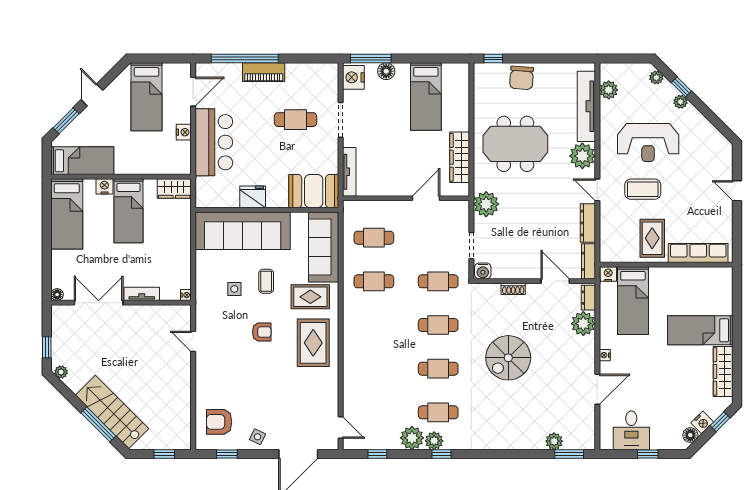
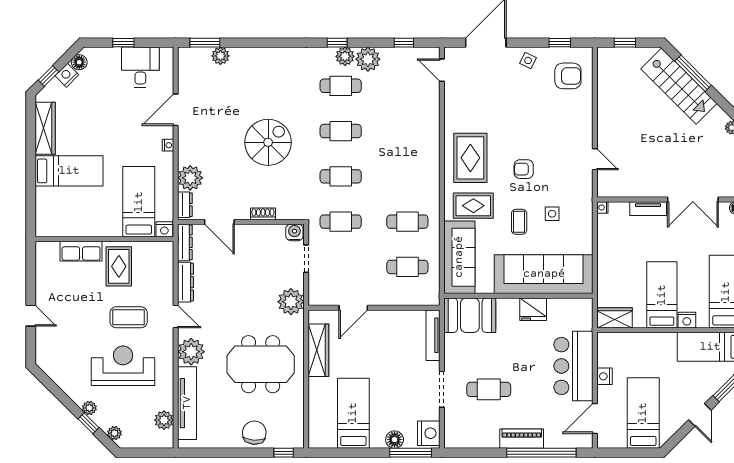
row of seats: (698, 253) -> (81, 251), width x0.68

